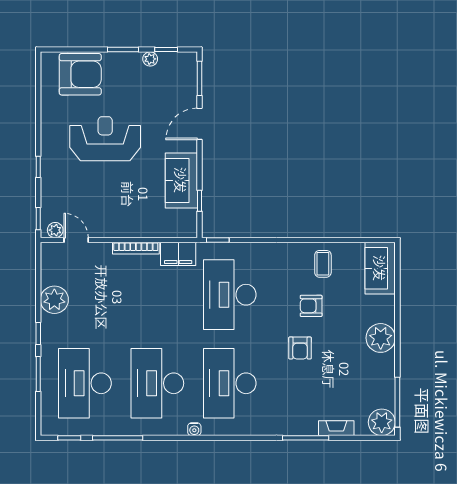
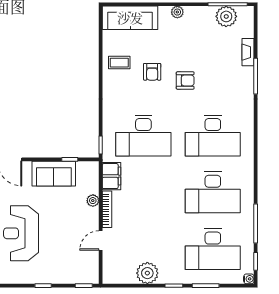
plant: (55, 230) -> (93, 201), moved
door: (76, 240) -> (101, 240), moved
sofa: (380, 268) -> (130, 18), width x1.36
plant: (381, 338) -> (177, 12), width x0.53, depth x0.53
plant: (382, 422) -> (226, 16), moved
water cooler: (194, 429) -> (249, 279), moved

